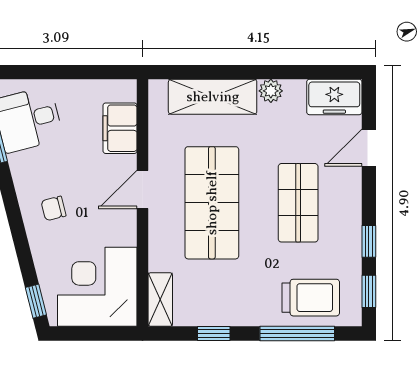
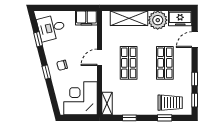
plant: (271, 91) -> (158, 20), width x1.88, depth x1.88
filing cabinet: (120, 128) -> (86, 18), moved, turned -90
shop shelf: (212, 203) -> (129, 63), width x0.70, depth x0.74
window: (36, 301) -> (46, 72), moved
window: (297, 334) -> (165, 118), width x0.46

